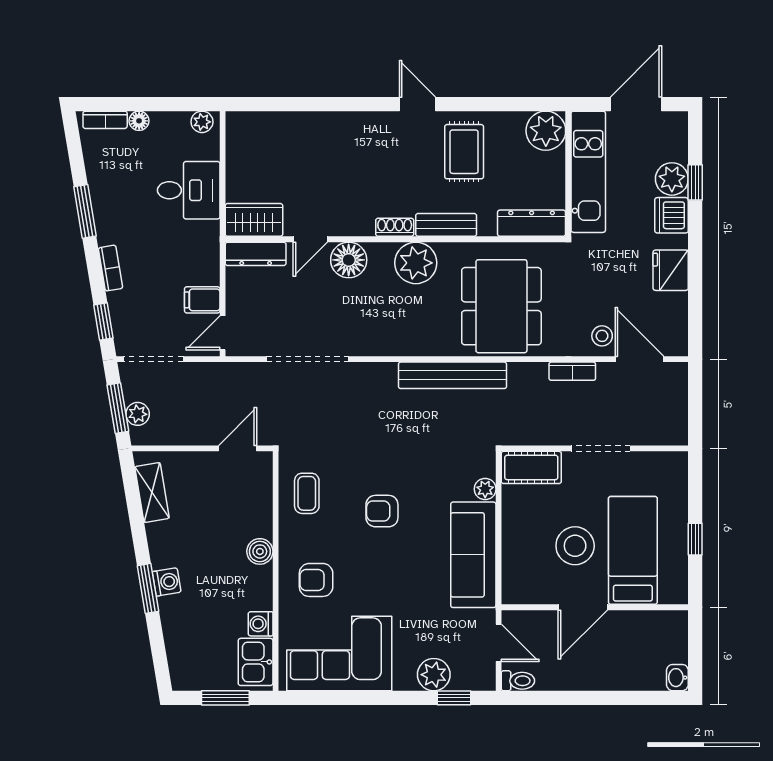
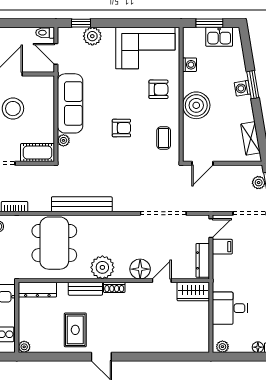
plant: (546, 131) -> (24, 347), width x0.53, depth x0.53
dresser: (256, 254) -> (203, 260), moved, turned -90
boiler: (260, 551) -> (196, 105), width x1.86, depth x1.86
kitchen sink: (256, 662) -> (219, 37), moved, turned 90

